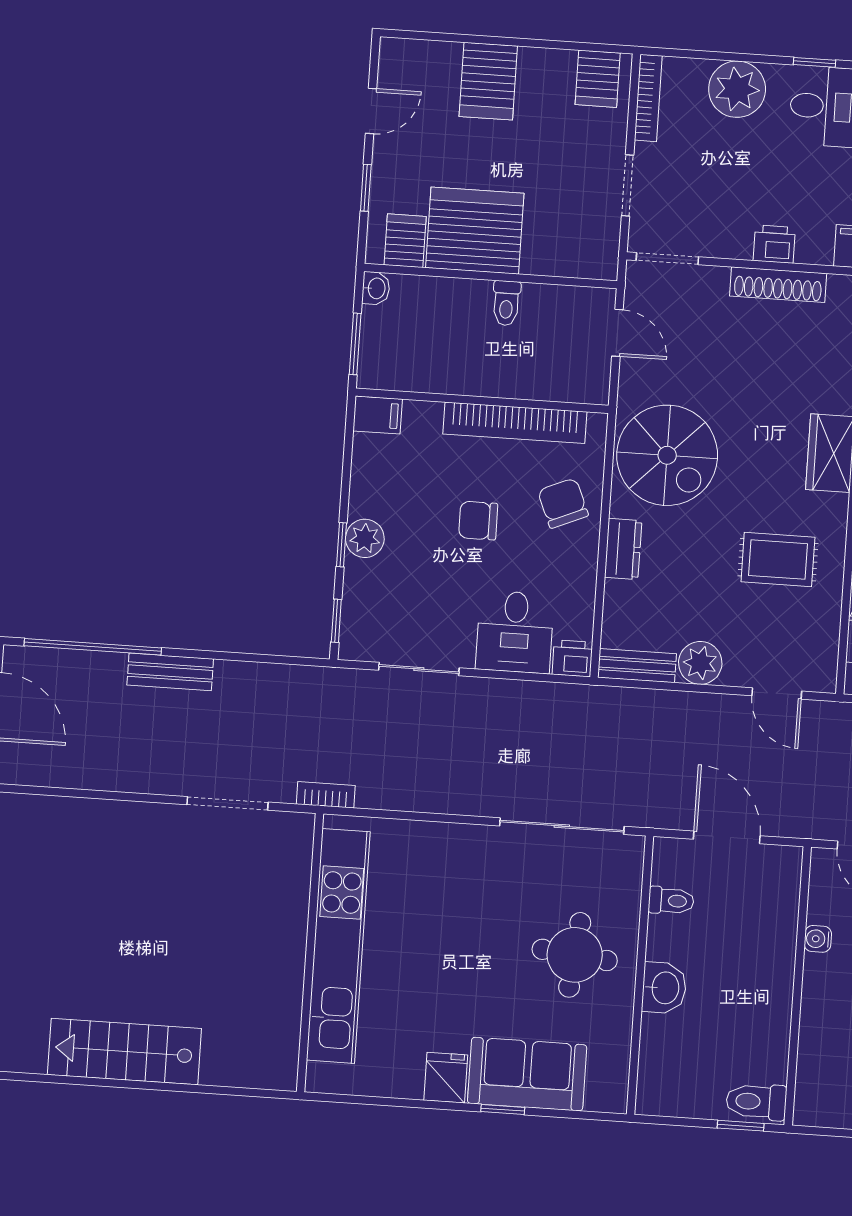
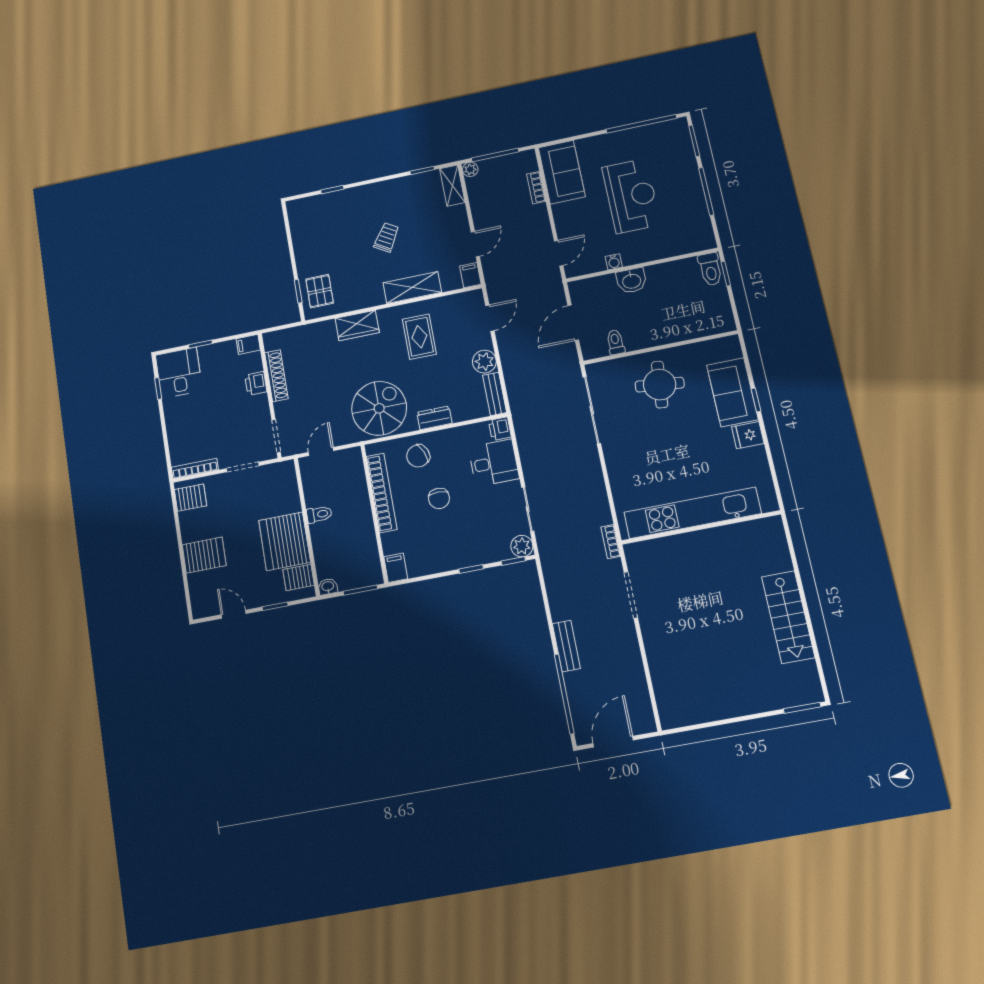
plant: (737, 89) -> (180, 424), removed
plant: (365, 538) -> (522, 546), moved
washbasin: (664, 988) -> (632, 281), moved, turned 180

